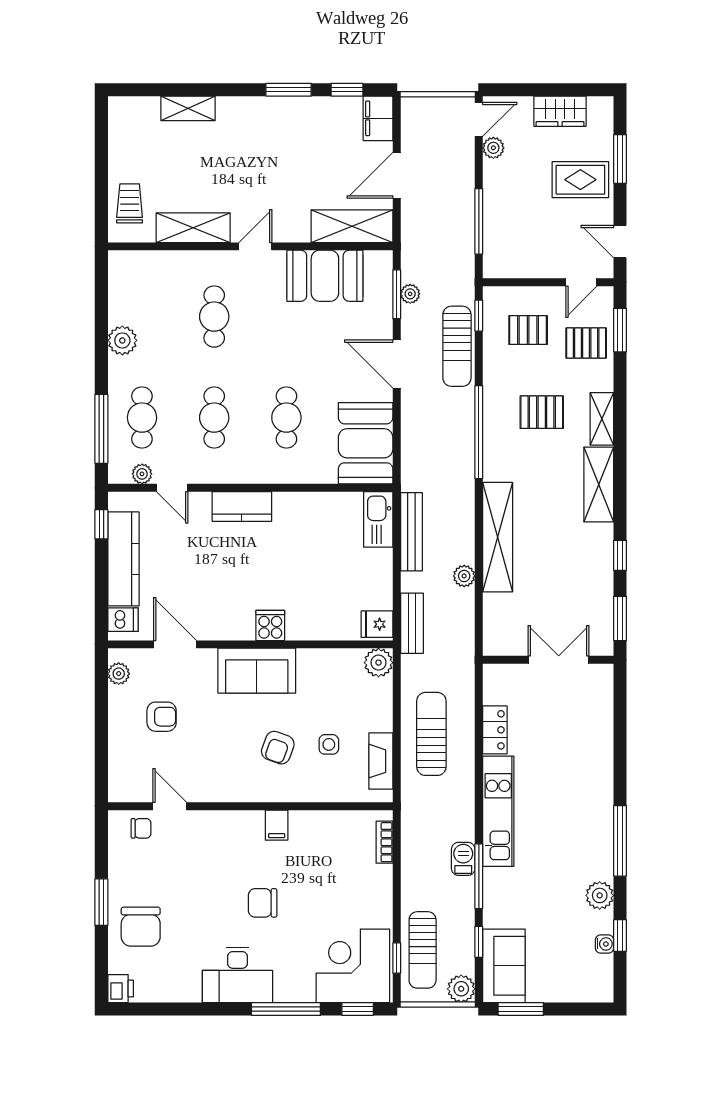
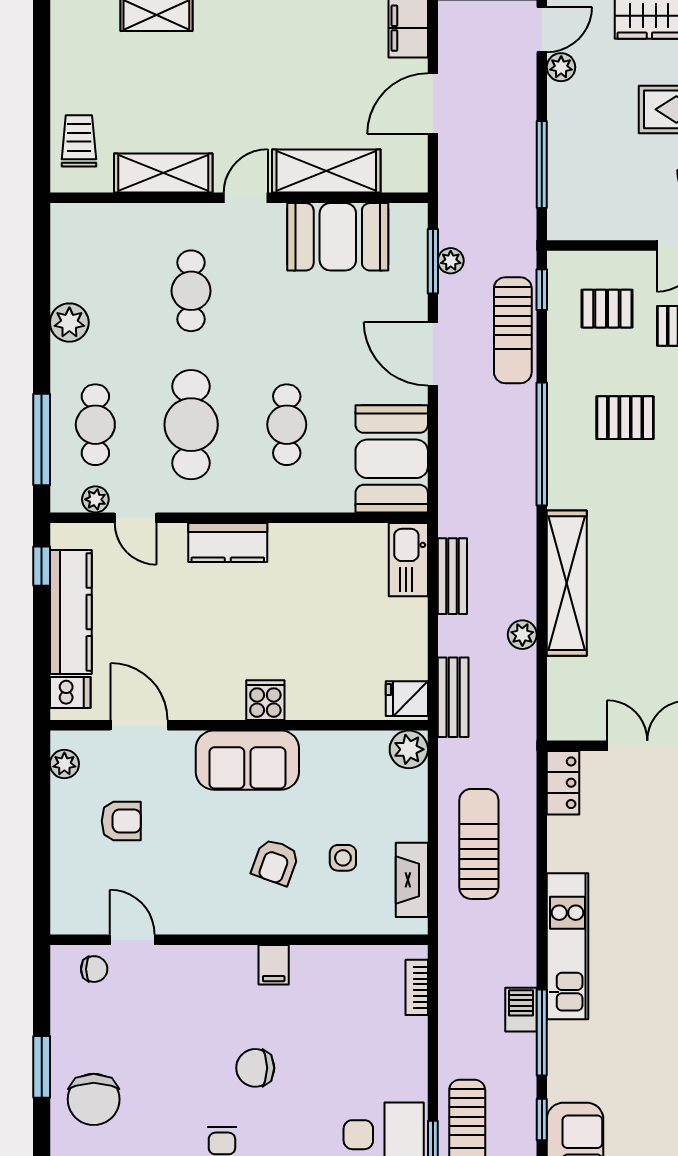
shelving: (352, 226) -> (326, 171), moved
cafe table: (214, 418) -> (191, 425), width x1.37, depth x1.35
bench: (411, 532) -> (452, 576), width x0.73
locker: (495, 730) -> (563, 783), moved

